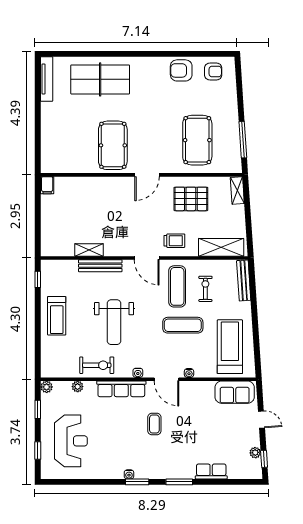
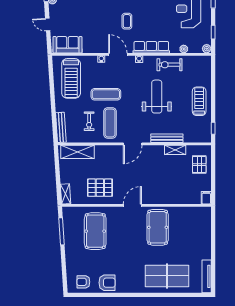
pallet: (57, 230) -> (199, 165), added
trolley: (174, 241) -> (112, 157), removed
door: (147, 258) -> (133, 144), swing flipped

